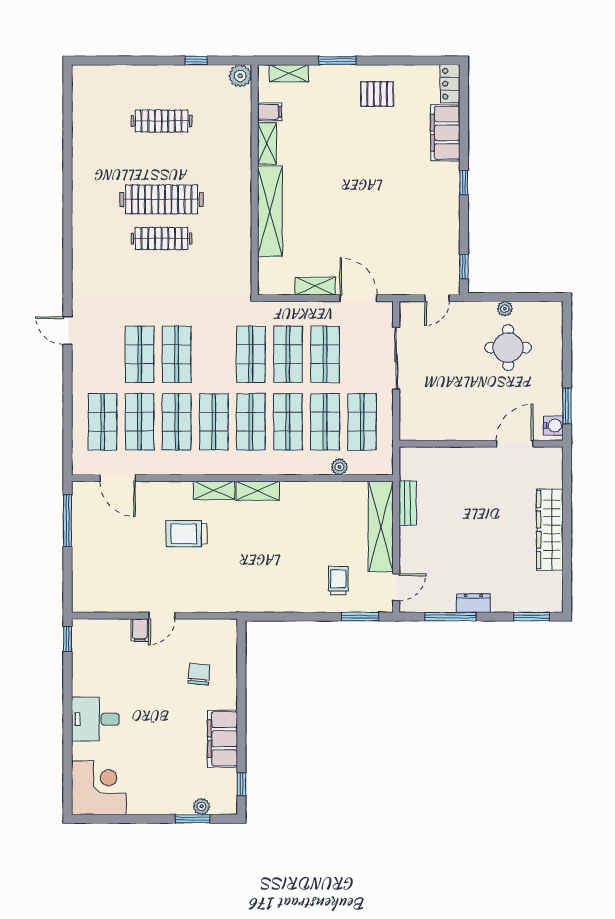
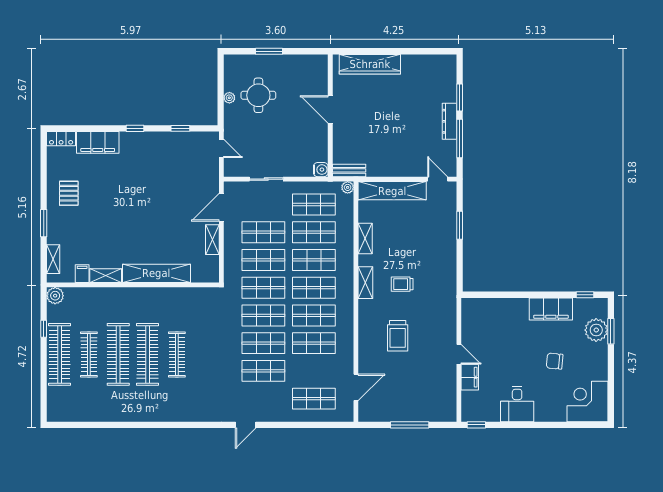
clothes rail: (162, 82) -> (60, 354), added
clothes rail: (162, 160) -> (118, 354), added
window: (464, 267) -> (180, 128), moved
sliding door: (396, 358) -> (266, 179), width x0.73
window: (567, 406) -> (269, 51), moved
shop shelf: (140, 422) -> (263, 315), moved
water cooler: (553, 425) -> (321, 170), moved, turned 90
door: (515, 444) -> (330, 109), moved
plant: (339, 467) -> (348, 187), moved
shelving: (214, 490) -> (365, 239), moved
bench: (408, 503) -> (349, 170), moved
window: (68, 521) -> (410, 425), moved
wardrobe: (550, 530) -> (370, 64), moved
trolley: (338, 581) -> (402, 284), moved
dresser: (473, 603) -> (449, 121), width x1.44
window: (360, 617) -> (460, 225), moved
window: (531, 617) -> (460, 97), moved
filing cabinet: (140, 630) -> (470, 377), width x2.00
chair: (199, 674) -> (555, 361), moved
desk: (95, 719) -> (517, 404), moved
plant: (201, 807) -> (596, 330), width x1.87, depth x1.87

